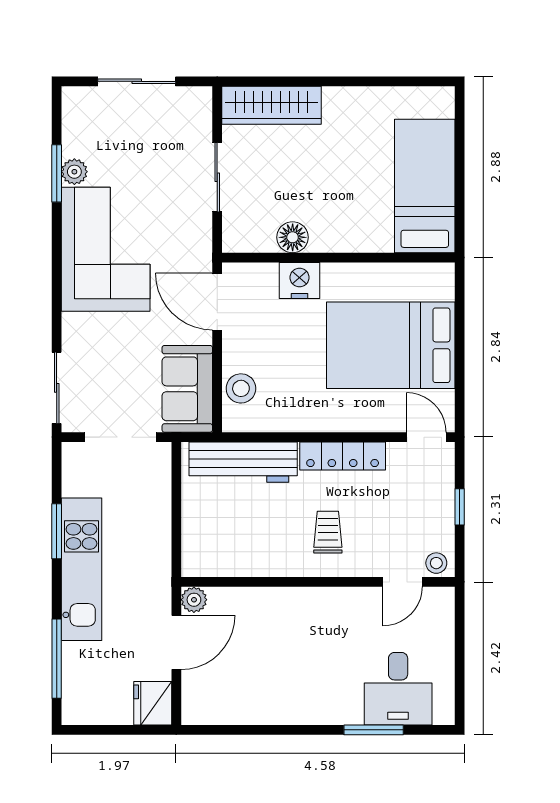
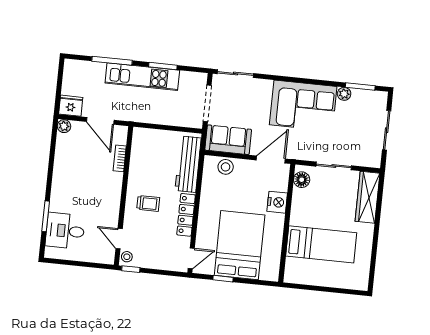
window: (57, 173) -> (360, 86), moved
bed: (425, 186) -> (321, 244), moved
floor lamp: (293, 237) -> (302, 180), moved
window: (460, 371) -> (223, 279), added
window: (460, 507) -> (131, 269), moved
bookcase: (246, 597) -> (120, 158), added
plant: (194, 600) -> (64, 126), moved
window: (57, 659) -> (112, 61), moved

